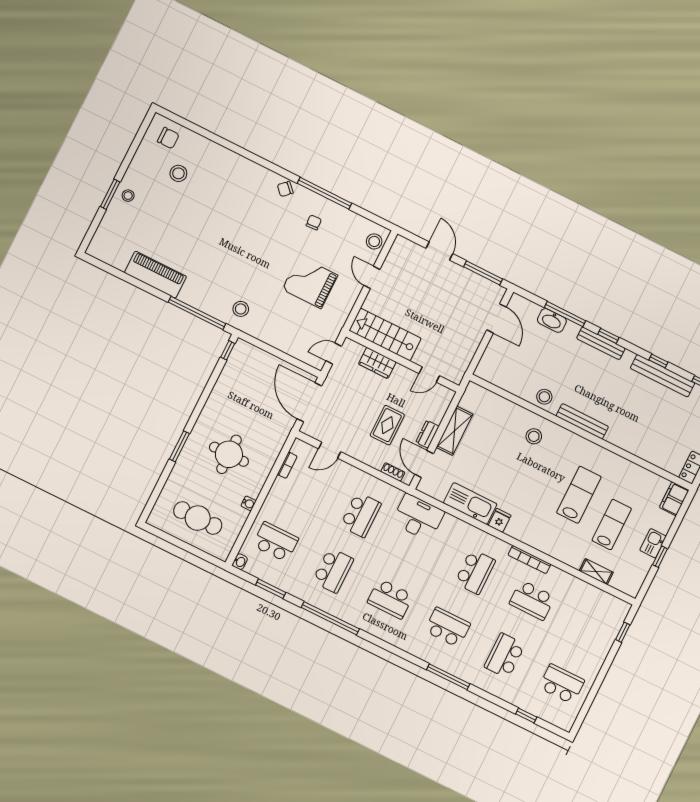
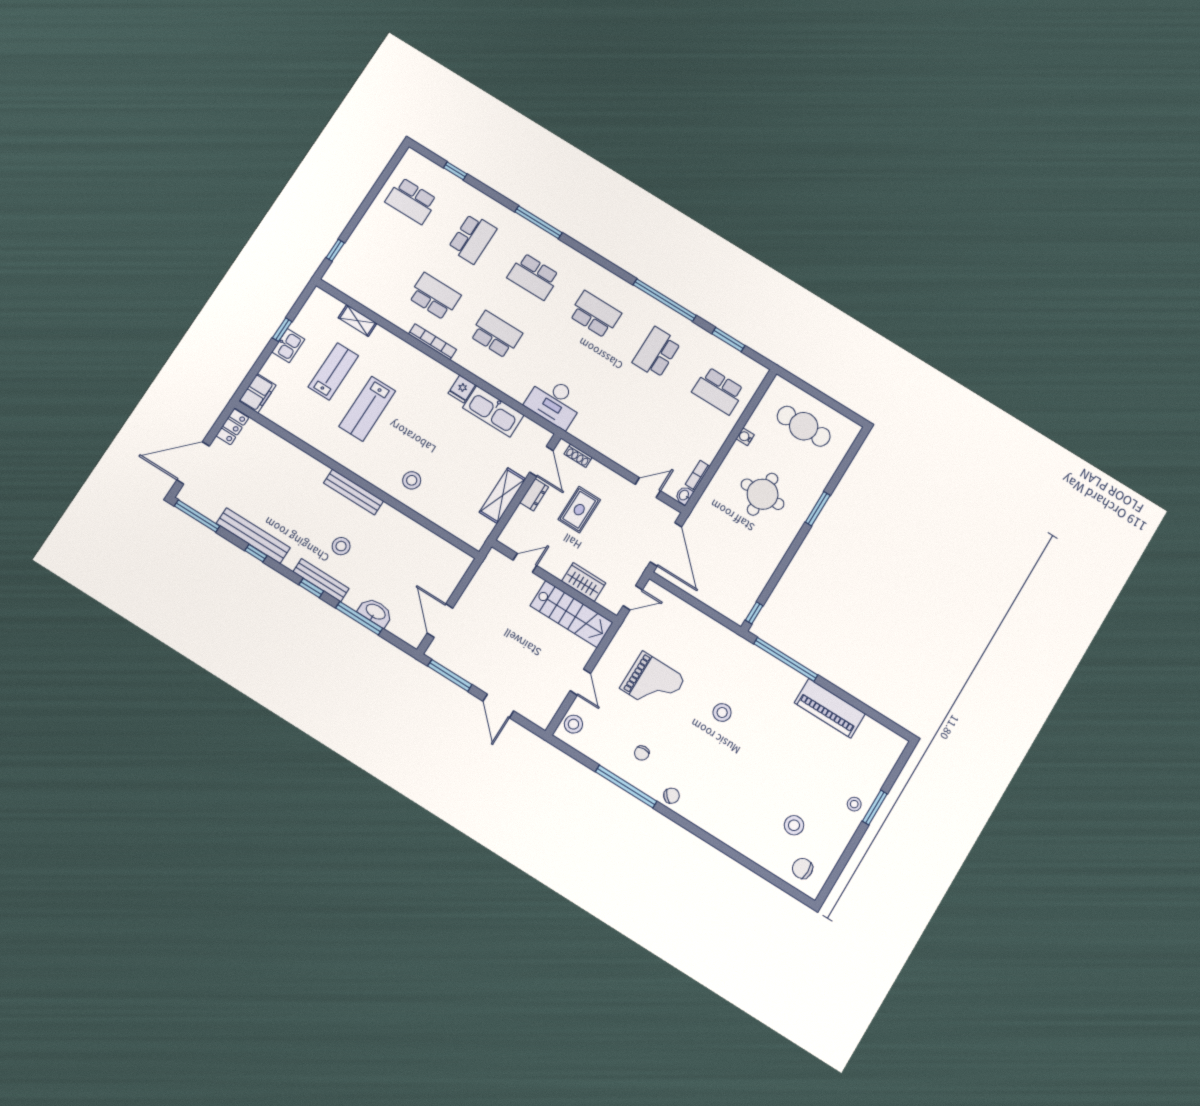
stool: (241, 309) -> (722, 712), moved
stool: (544, 397) -> (341, 546), moved
school desk: (361, 515) -> (619, 411), removed
lab bench: (612, 525) -> (333, 371), turned 180
washbasin: (240, 562) -> (684, 495), moved
school desk: (475, 572) -> (496, 335), turned 90

